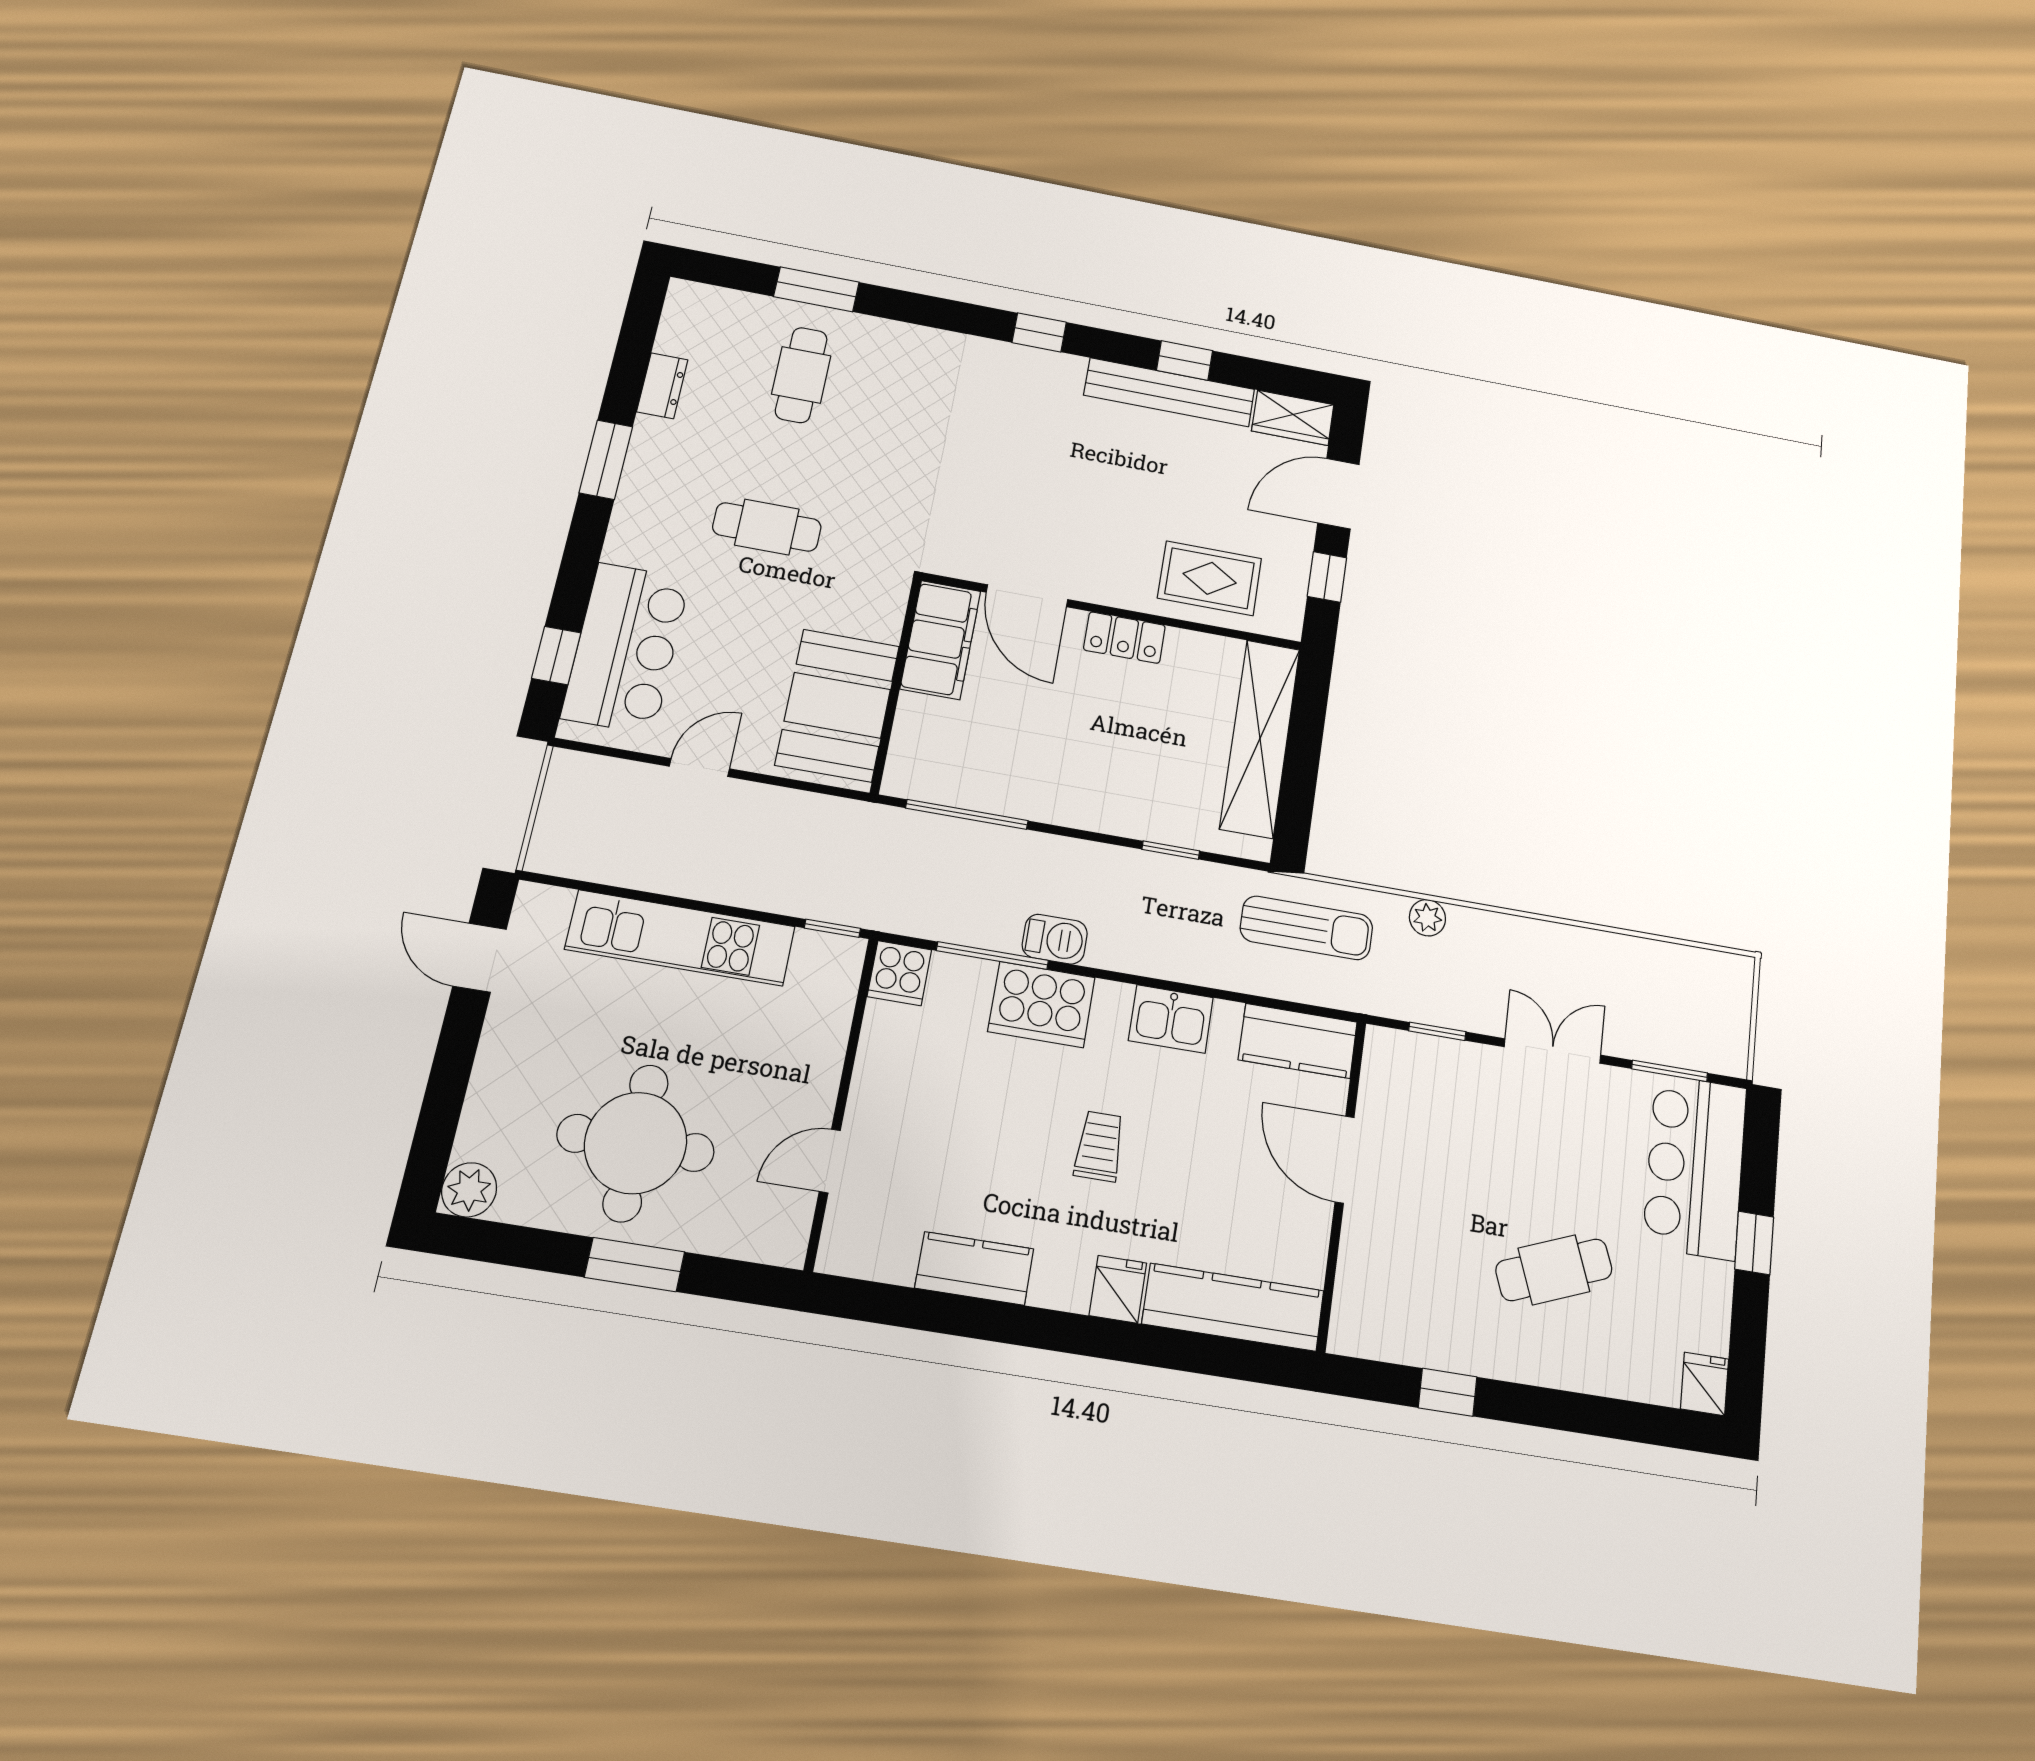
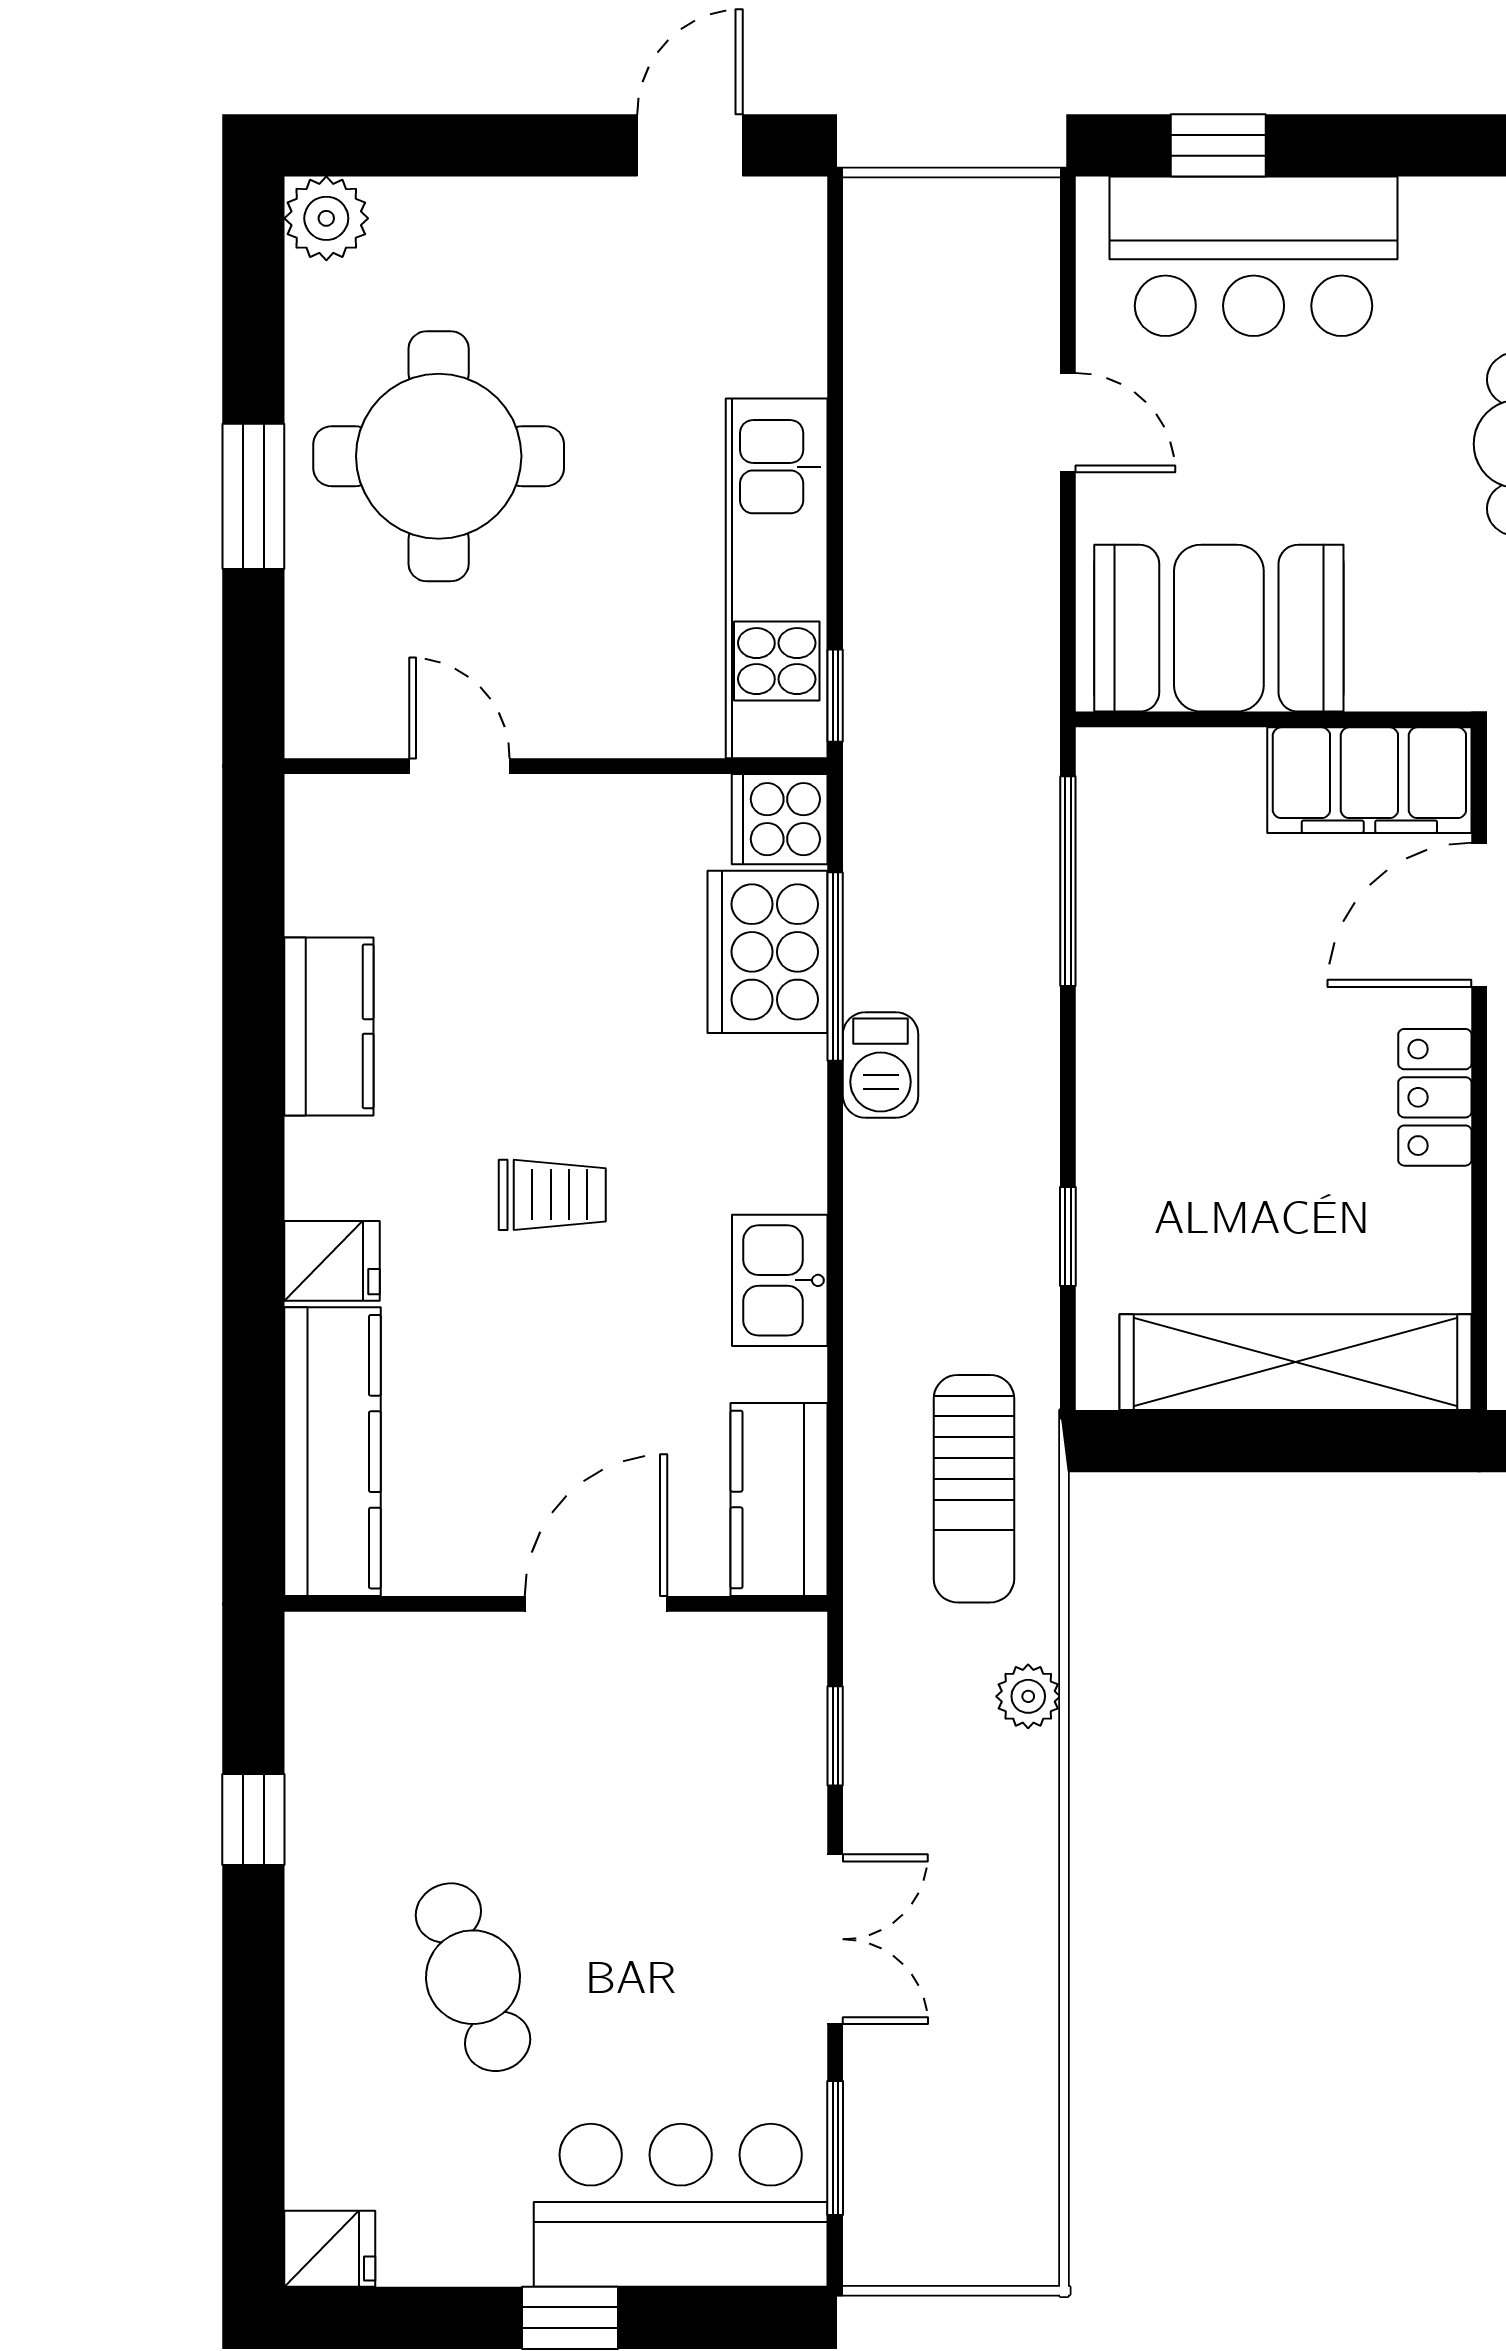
kitchen unit: (681, 938) -> (777, 578), moved
cooker: (1041, 1004) -> (768, 952), moved

